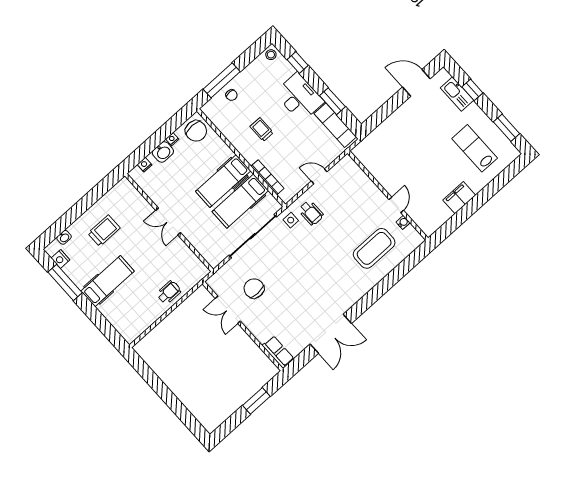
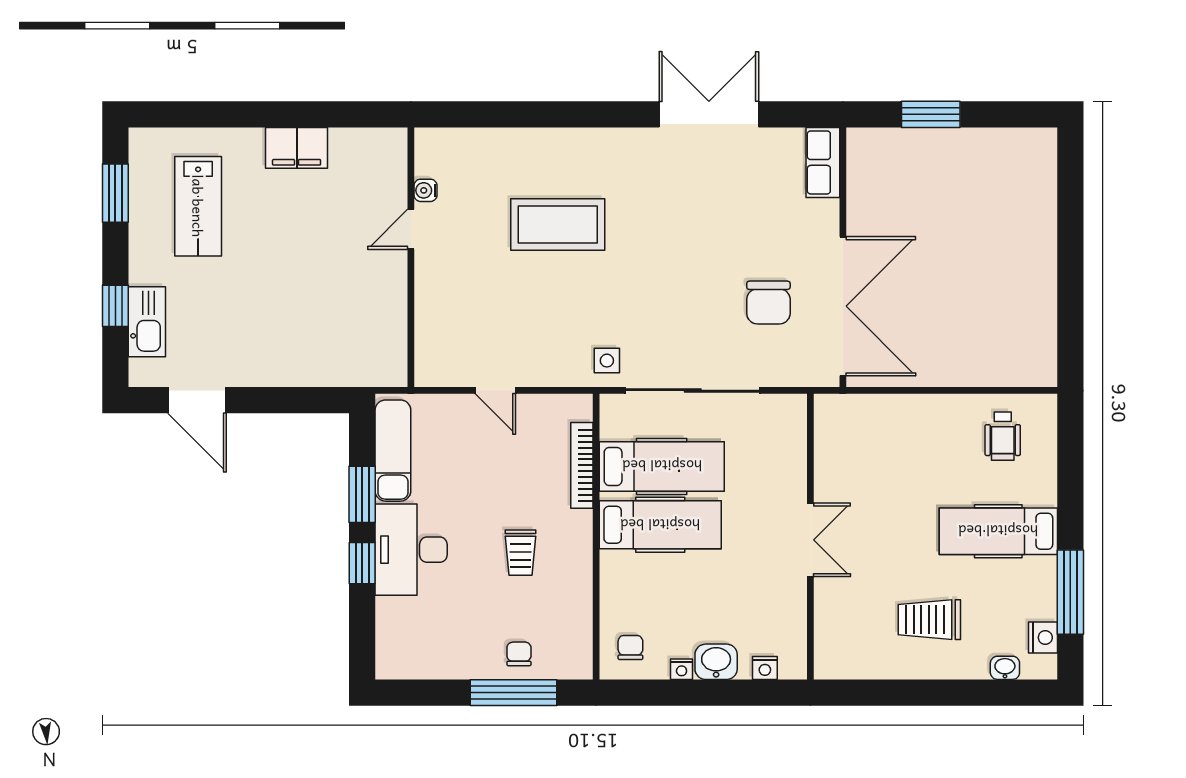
stool: (271, 55) -> (394, 662), removed
window: (298, 63) -> (362, 563), moved
chair: (196, 131) -> (630, 647), width x0.54, depth x0.54
wheelchair: (311, 213) -> (563, 342), removed
coffee table: (374, 248) -> (558, 225), moved
wheelchair: (169, 292) -> (1003, 436), moved, turned -90
double door: (228, 310) -> (843, 306), width x1.87

